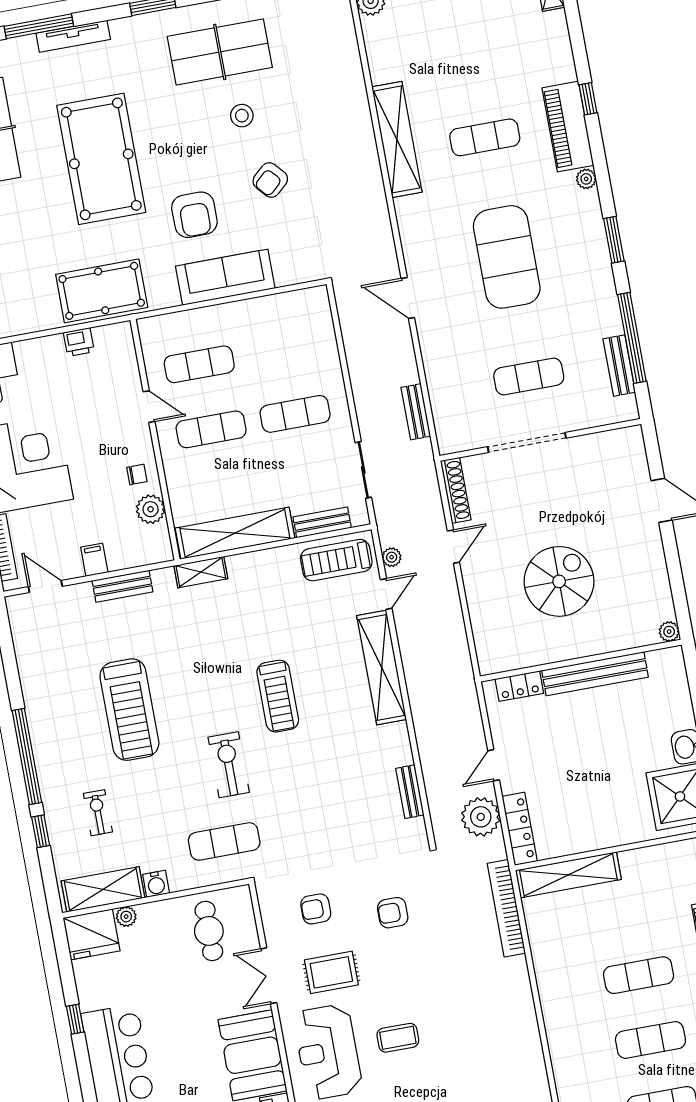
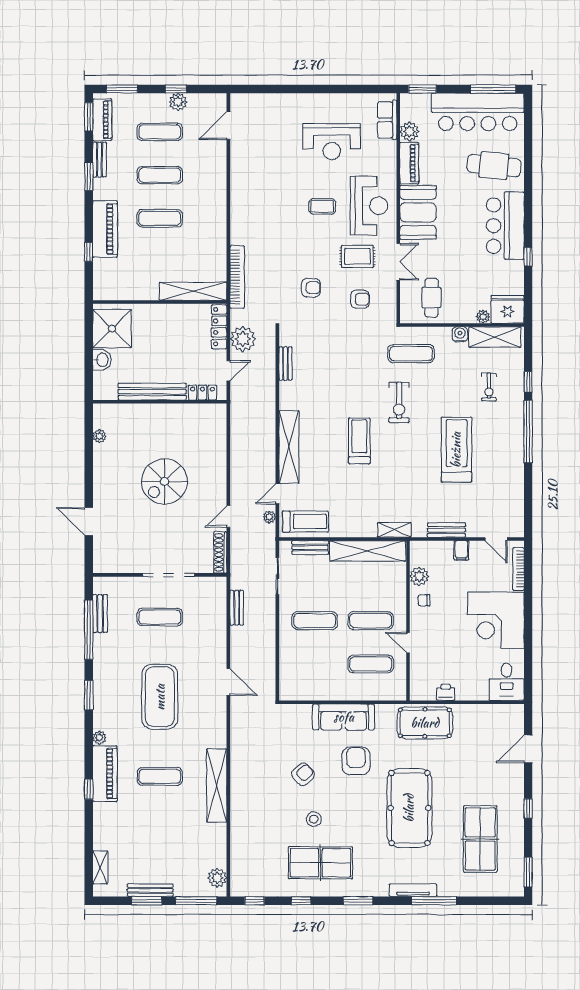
wall: (581, 661) -> (160, 402), moved
bench: (595, 674) -> (152, 392), moved
locker: (519, 686) -> (202, 393), moved

